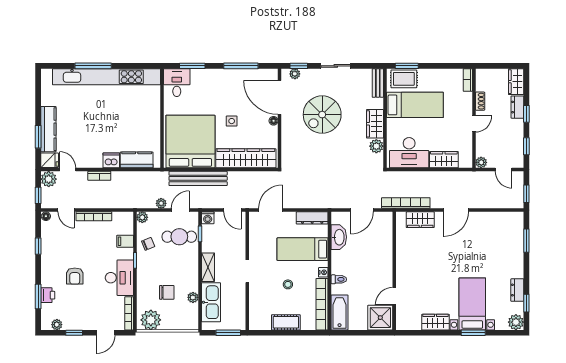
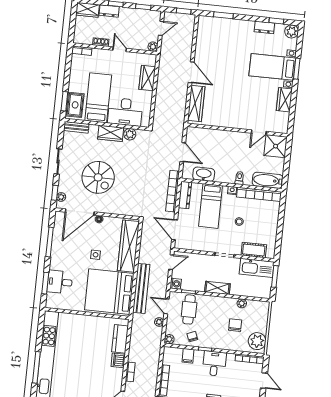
desk: (177, 83) -> (60, 282), moved
desk: (409, 153) -> (125, 112), moved, turned 90
bookcase: (406, 203) -> (173, 191), moved
wardrobe: (420, 220) -> (196, 104), width x1.50
desk: (119, 278) -> (214, 363), width x0.73
door: (394, 296) -> (259, 132), hinge flipped
kitchen sink: (211, 302) -> (257, 268), moved, turned 180
cot: (286, 322) -> (254, 250), moved, turned 90

